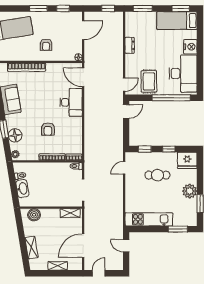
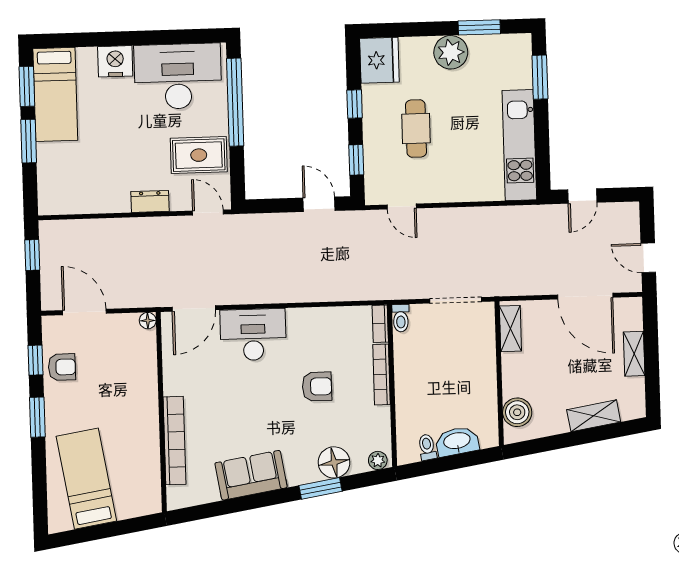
window: (143, 8) -> (29, 141), moved
armchair: (46, 45) -> (62, 367), moved
dresser: (130, 45) -> (150, 201), moved
door: (126, 111) -> (319, 204), moved

